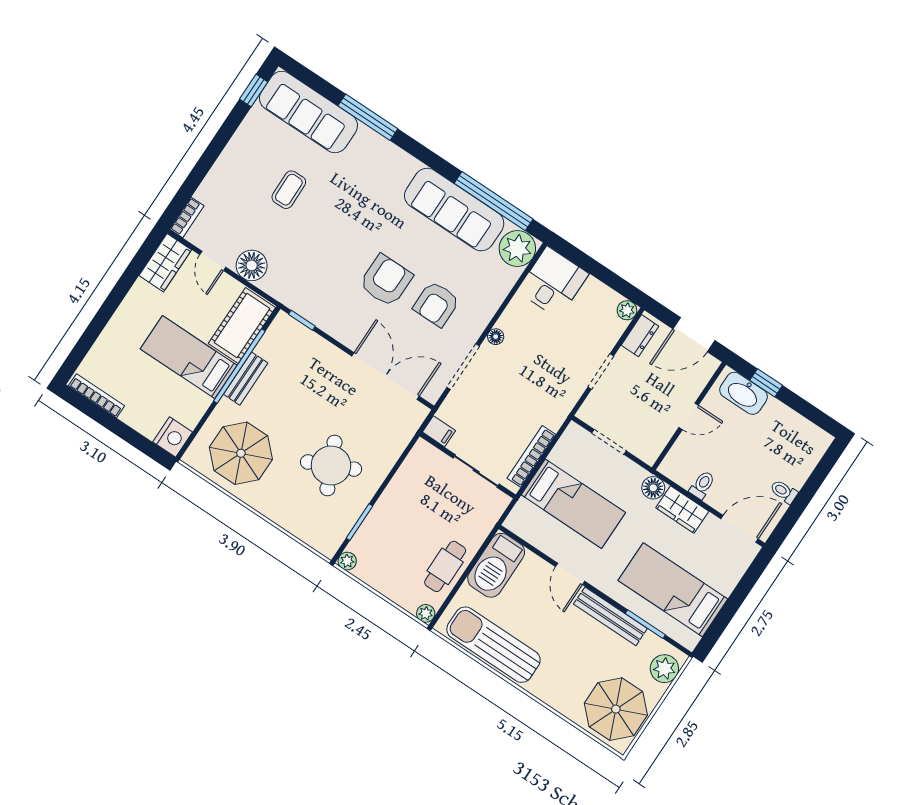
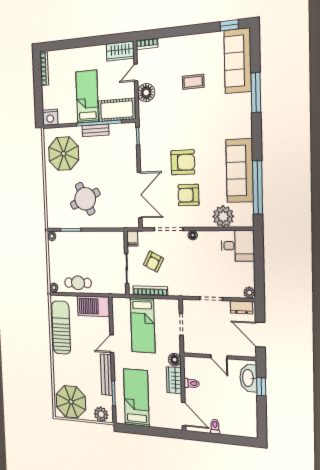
plant: (517, 248) -> (223, 216), moved
armchair: (493, 422) -> (153, 262), added

